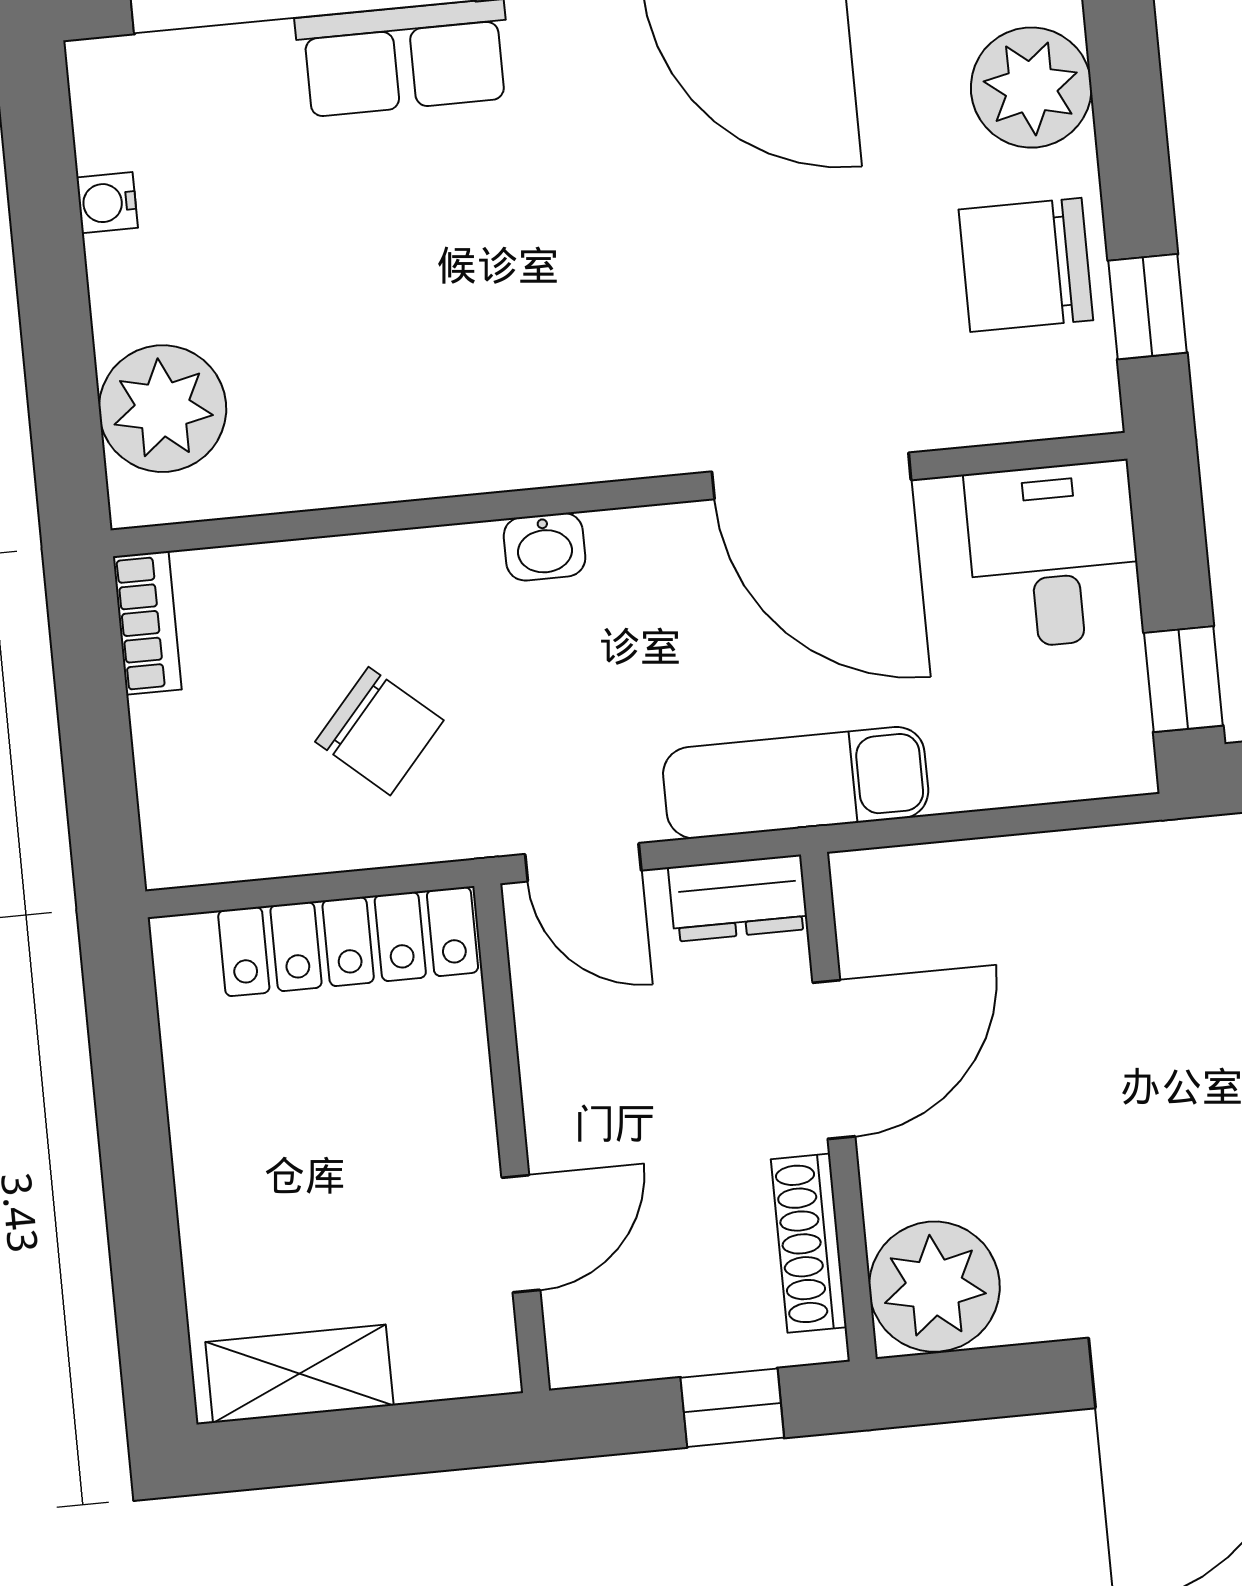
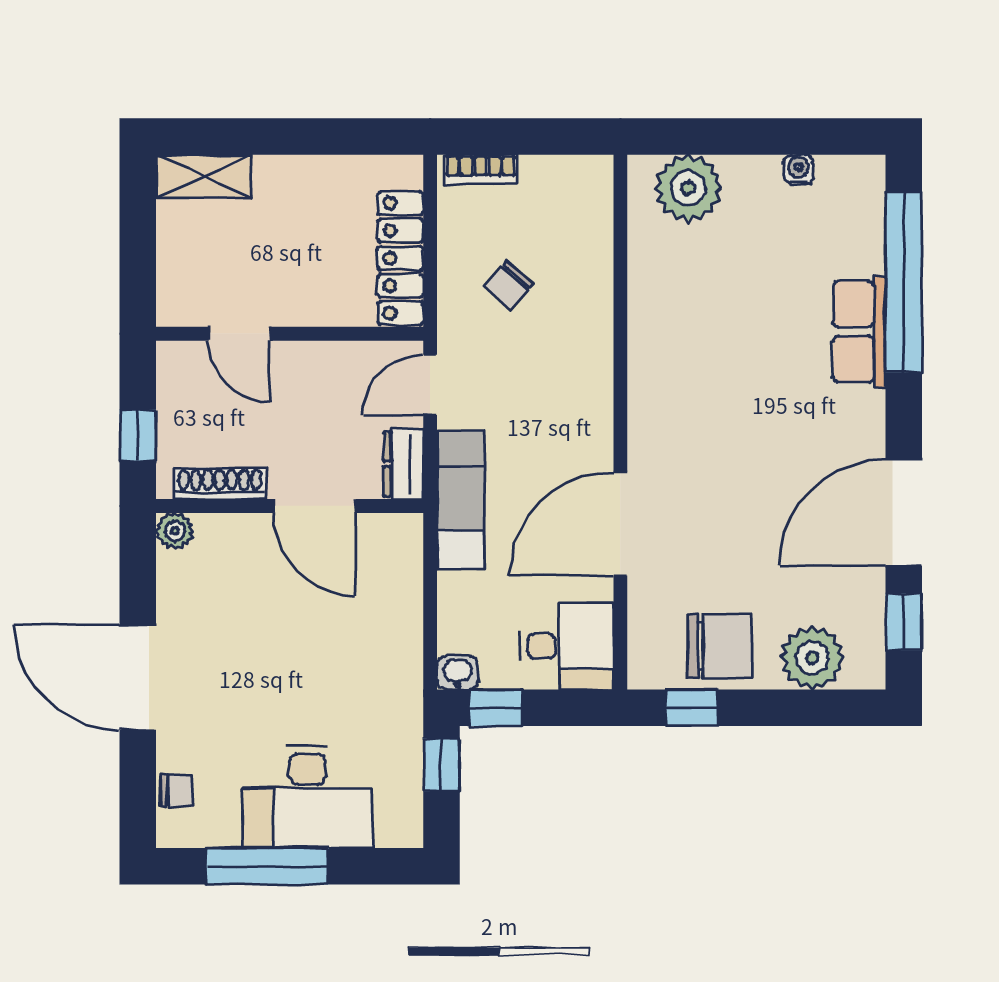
chair: (1026, 265) -> (720, 646), turned 90
washbasin: (545, 547) -> (458, 673), moved, turned 90
bookcase: (147, 623) -> (481, 169), moved
chair: (379, 731) -> (509, 285), width x0.73, depth x0.73
plant: (934, 1287) -> (175, 531), width x0.53, depth x0.53
shelving: (299, 1374) -> (203, 176), moved, turned 90

